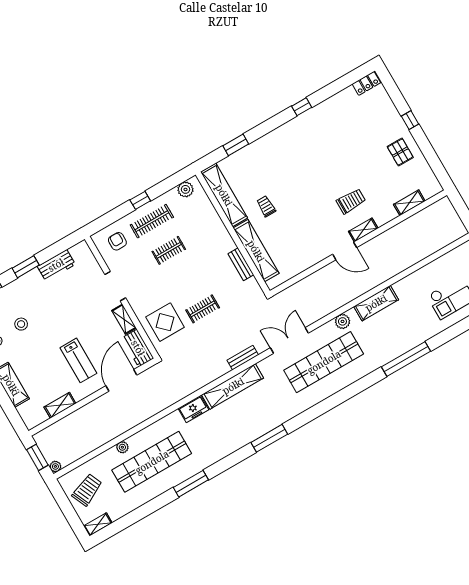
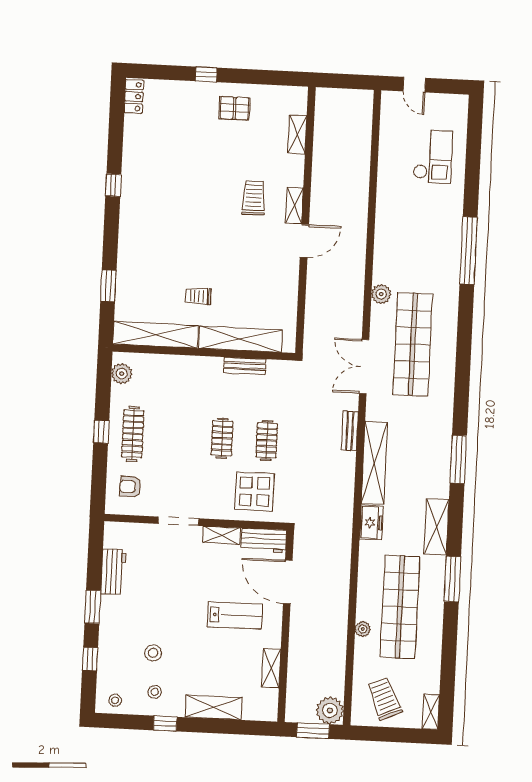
clothes rail: (169, 250) -> (222, 438), moved
shelving: (376, 303) -> (437, 527), moved
plant: (55, 466) -> (330, 710), width x1.88, depth x1.88

